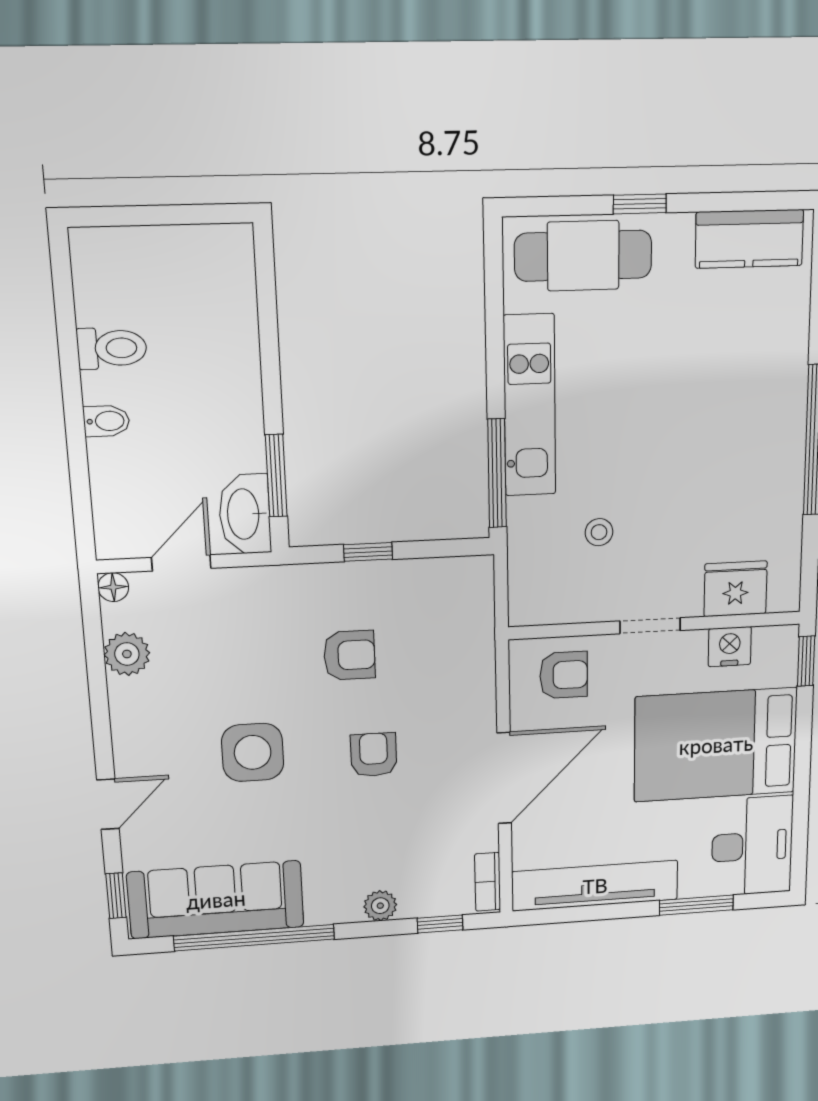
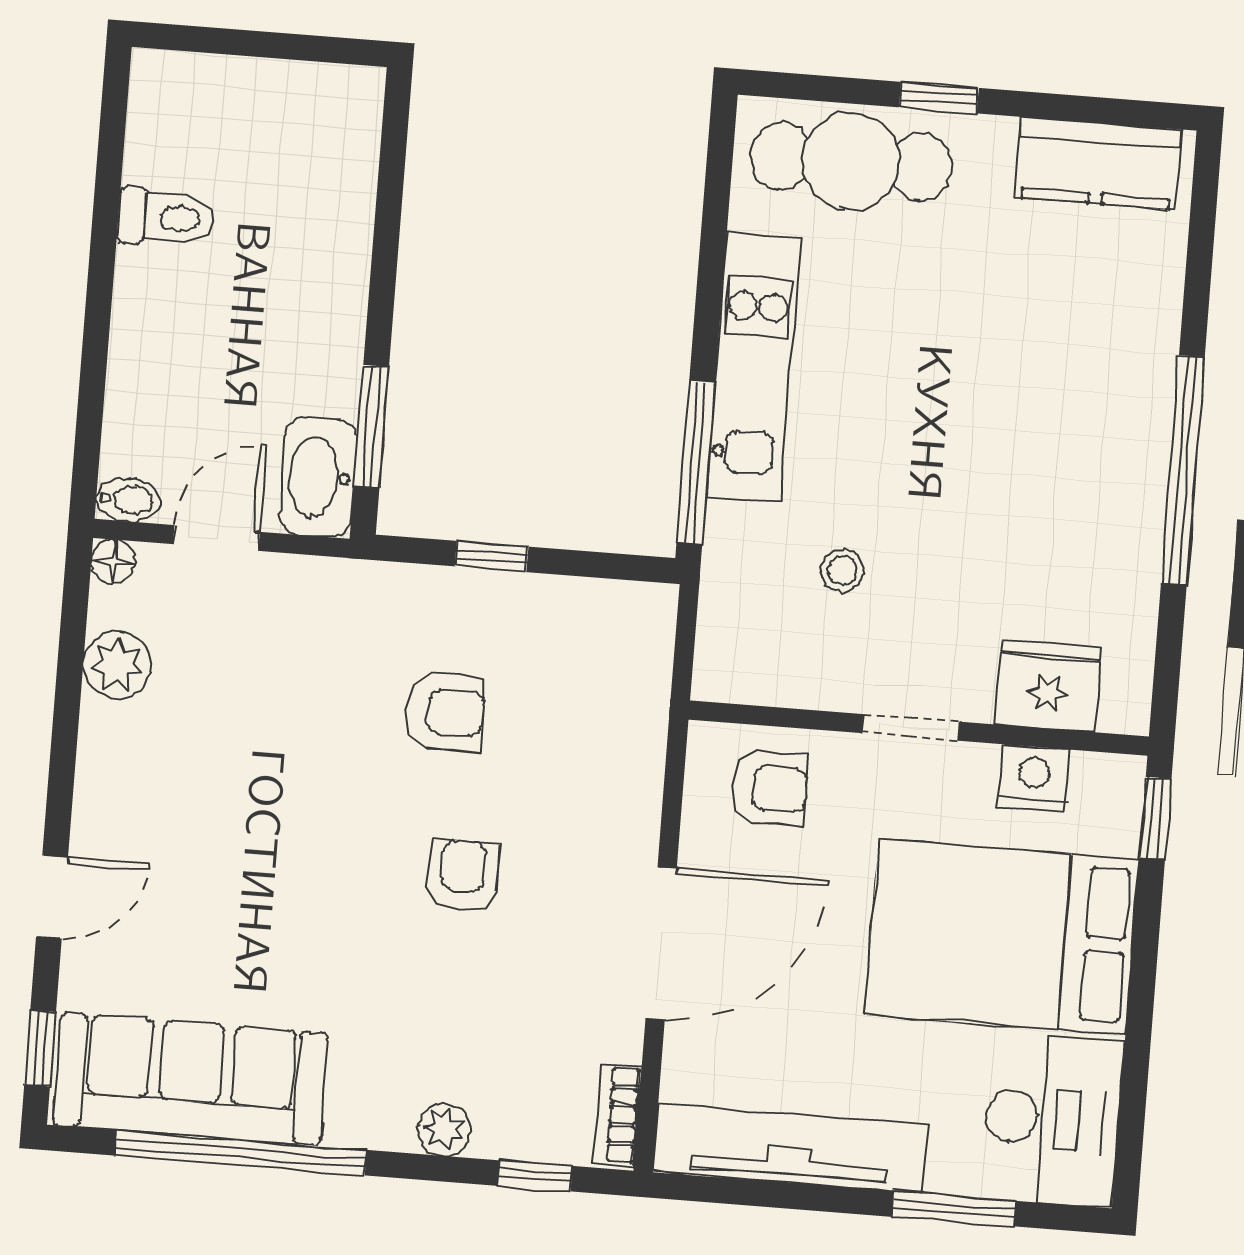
bidet: (107, 421) -> (128, 500), moved
side table: (253, 752) -> (280, 845), removed

